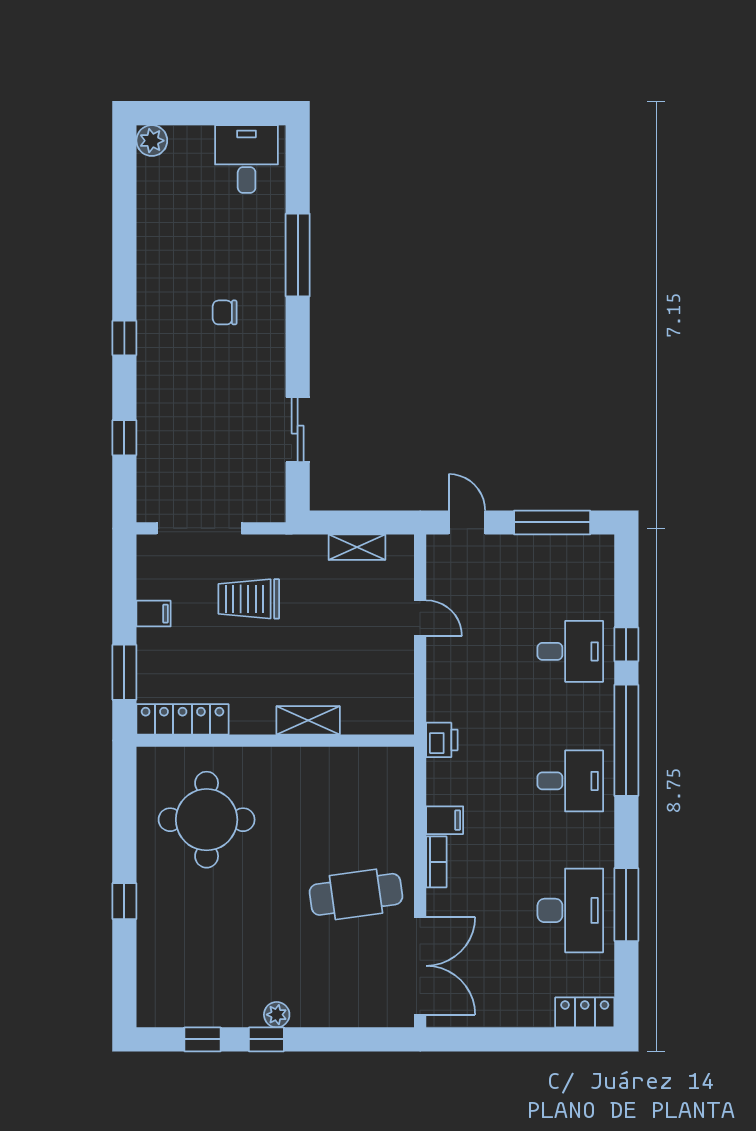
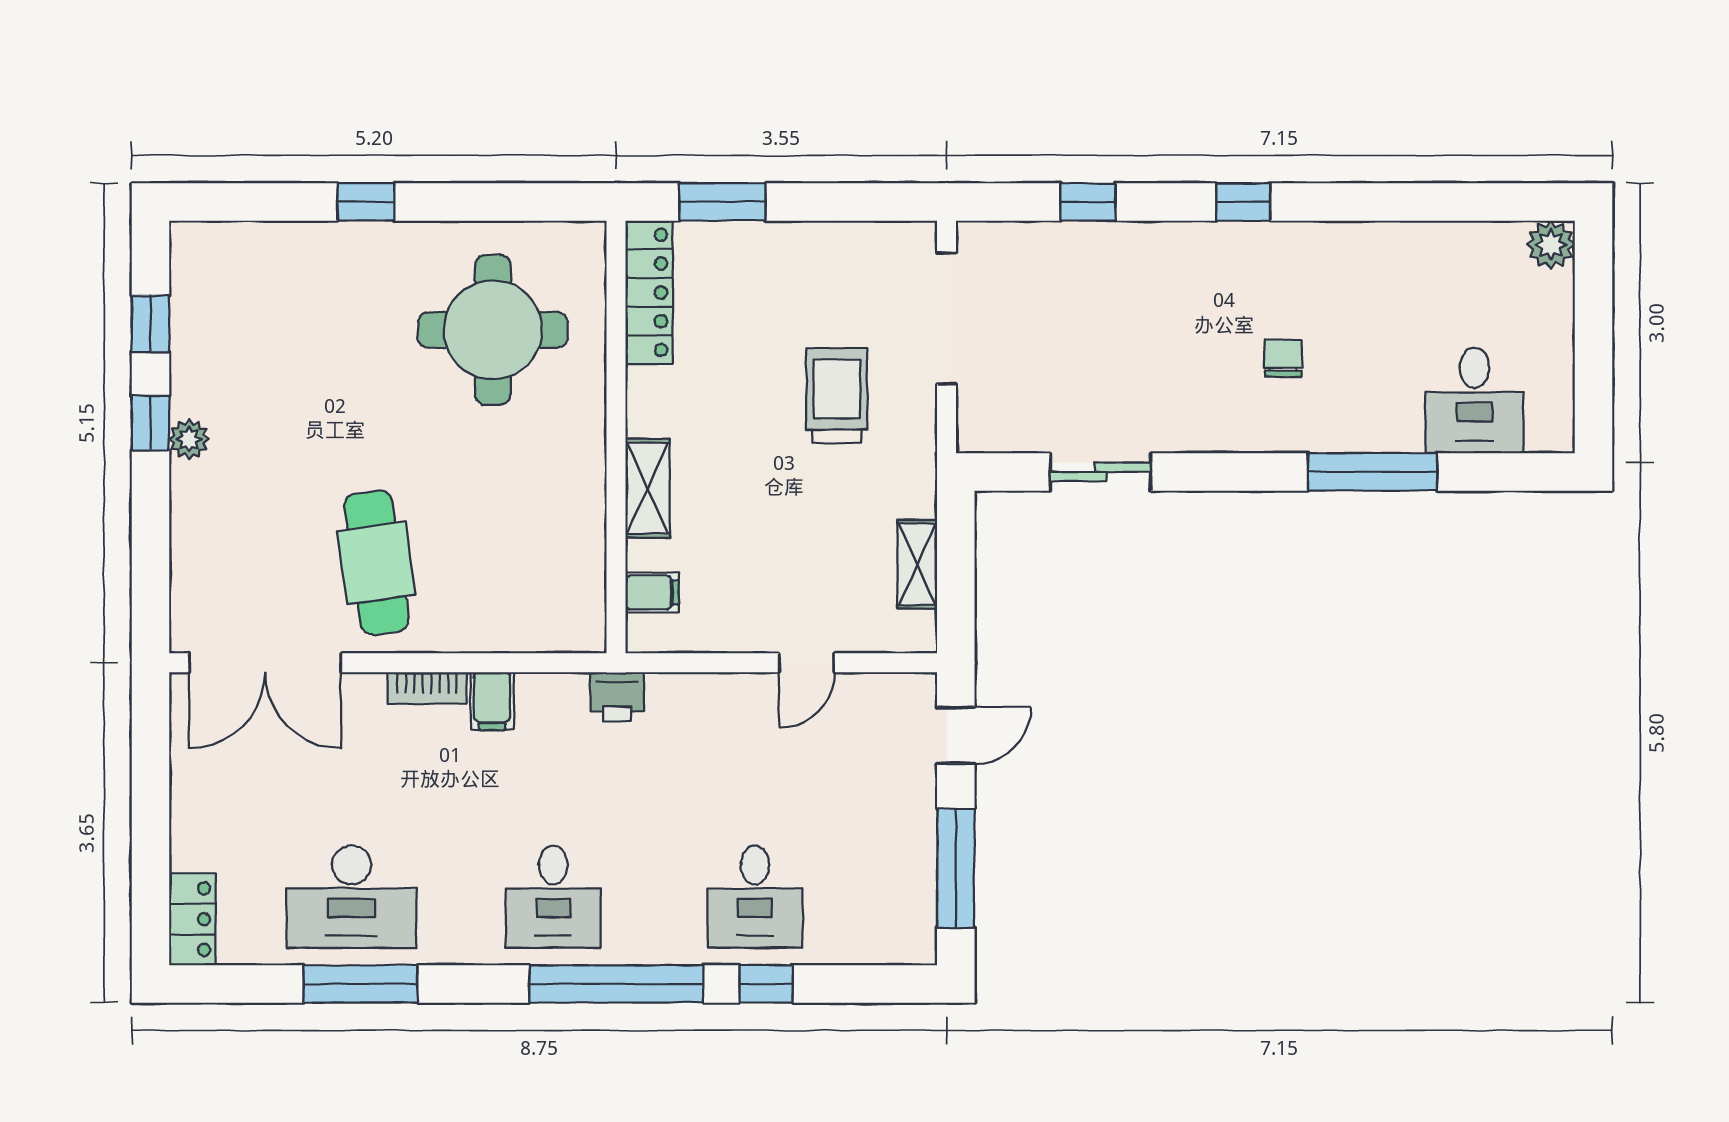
desk: (247, 159) -> (1474, 400), moved, turned 90
filing cabinet: (154, 614) -> (652, 592), moved, turned -90

